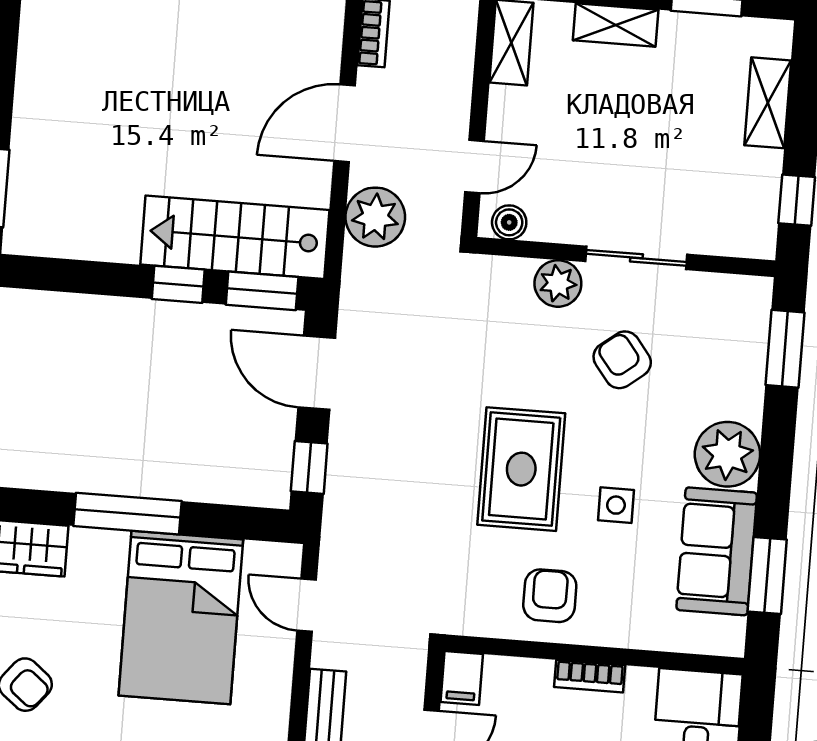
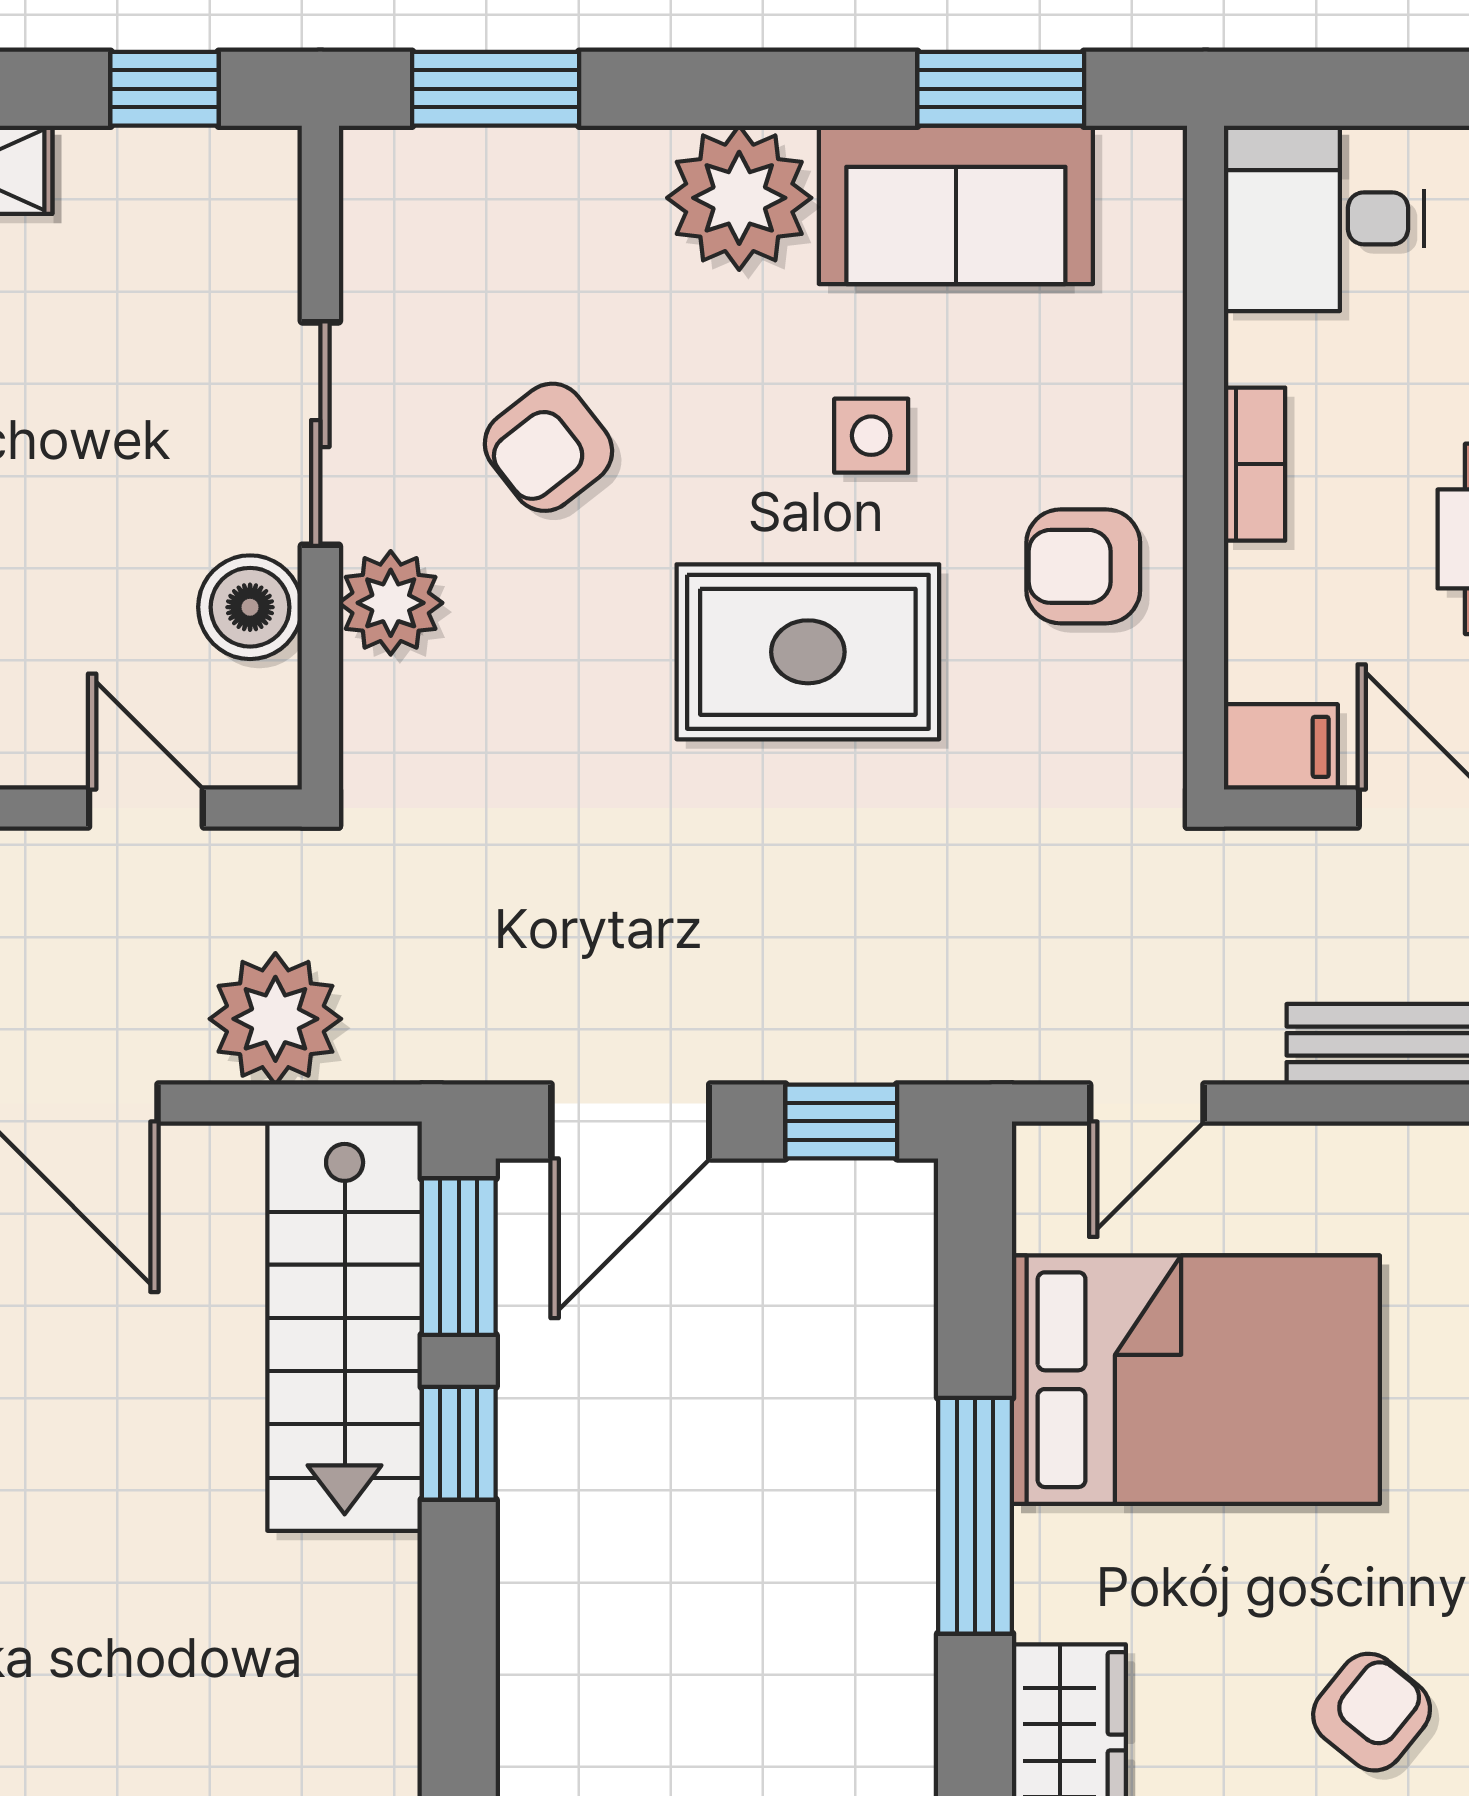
boiler: (509, 222) -> (250, 607), moved, width x1.36, depth x1.36

